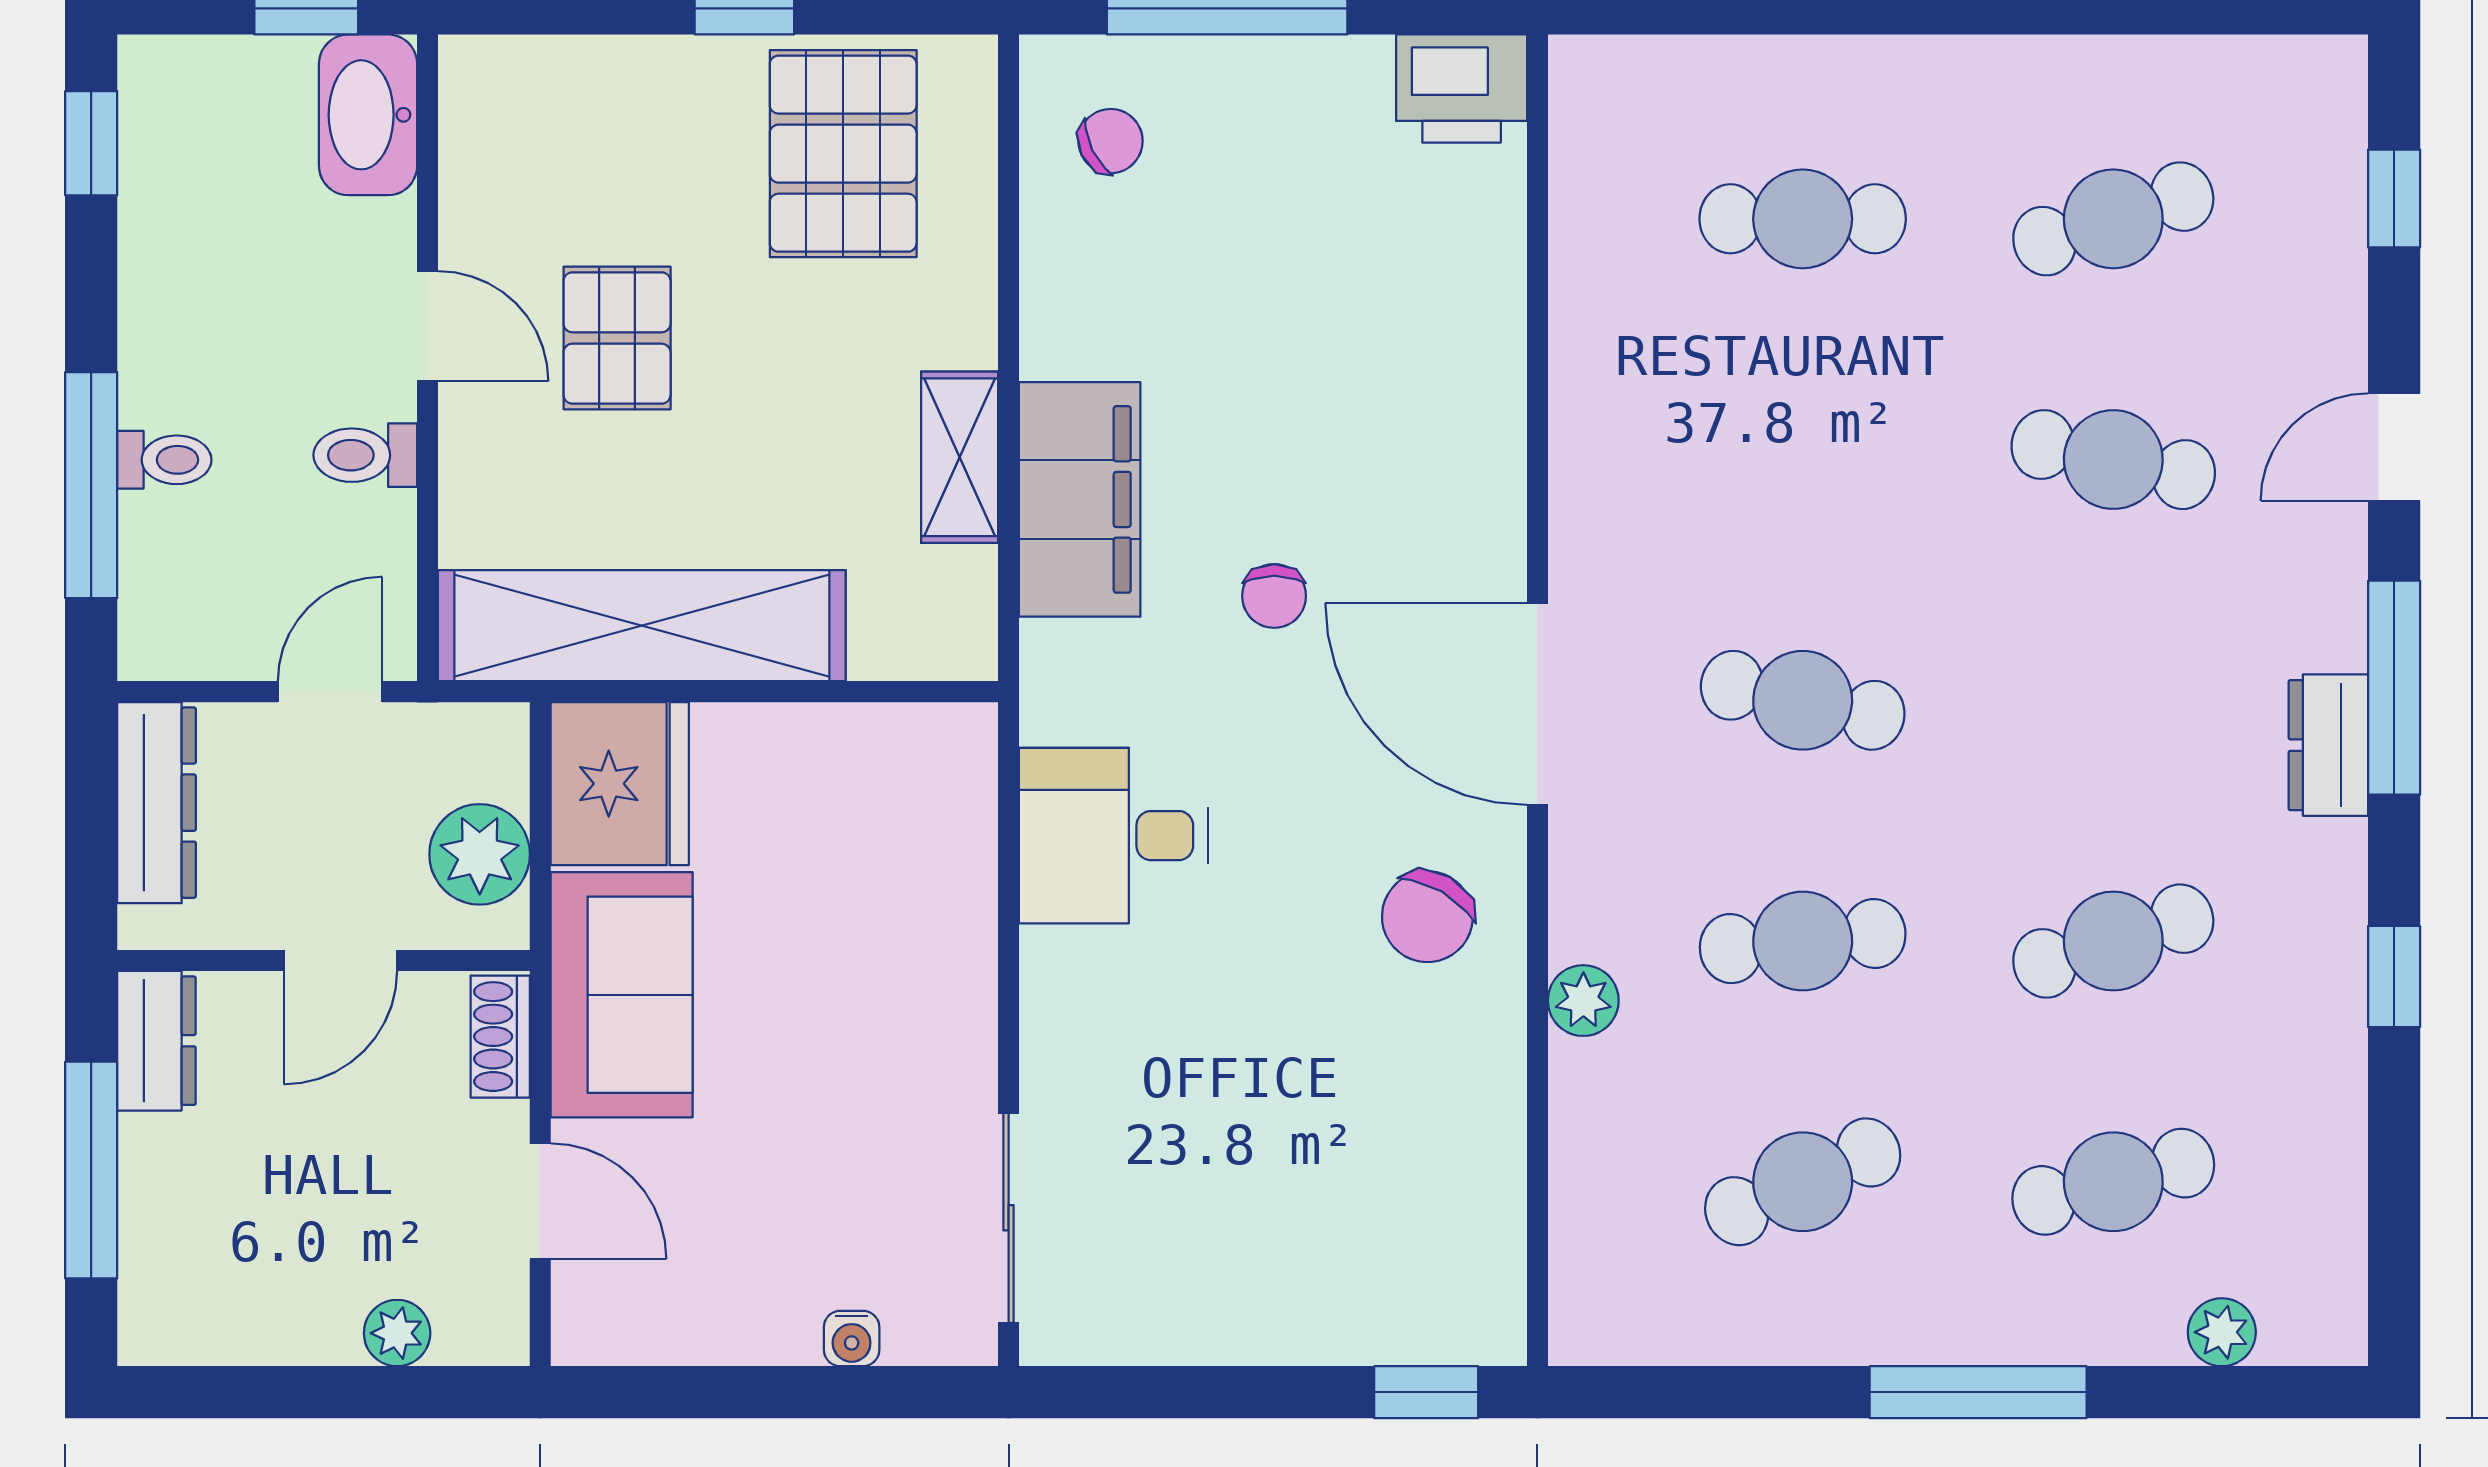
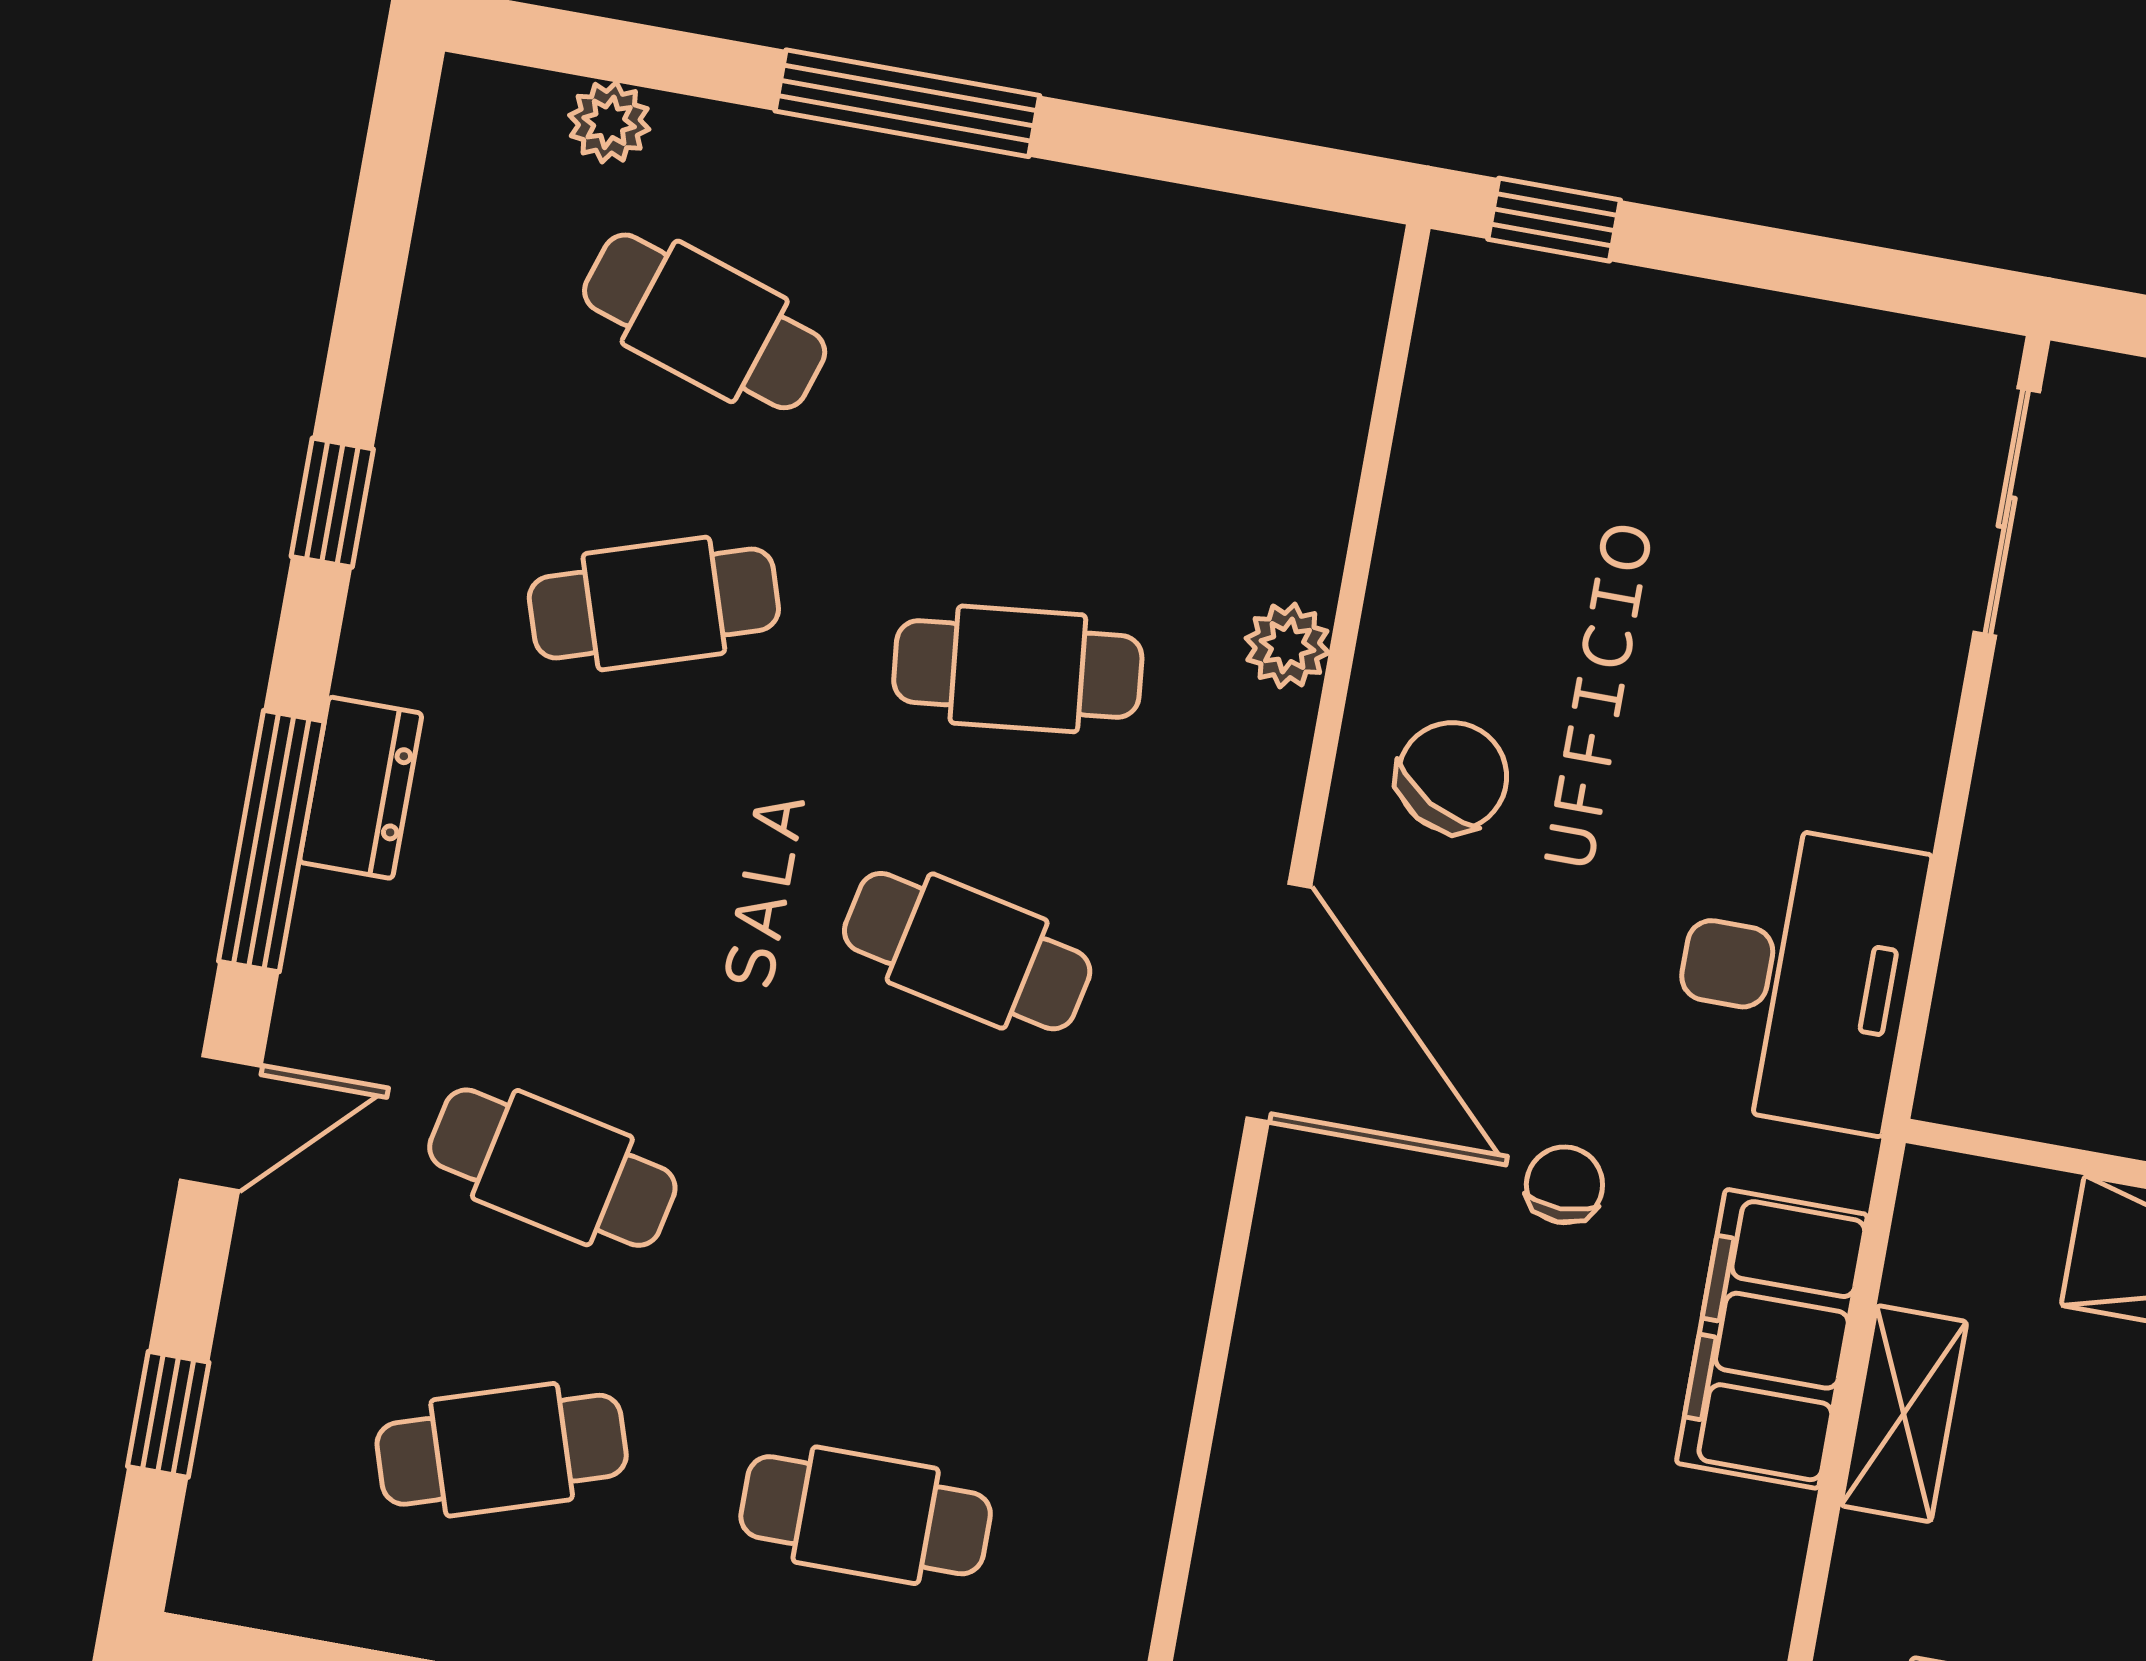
desk: (1114, 836) -> (1796, 976), width x1.37
cafe table: (1803, 1182) -> (1069, 387), removed
cafe table: (2113, 1182) -> (705, 321), turned 33

